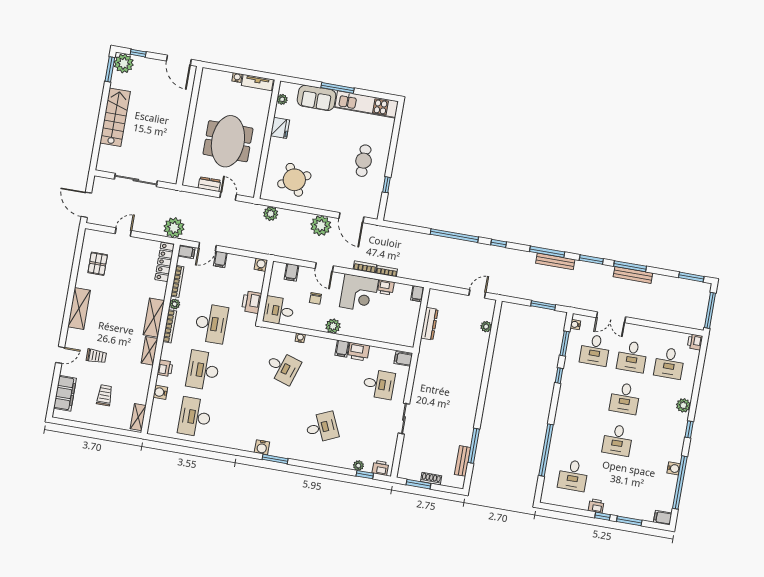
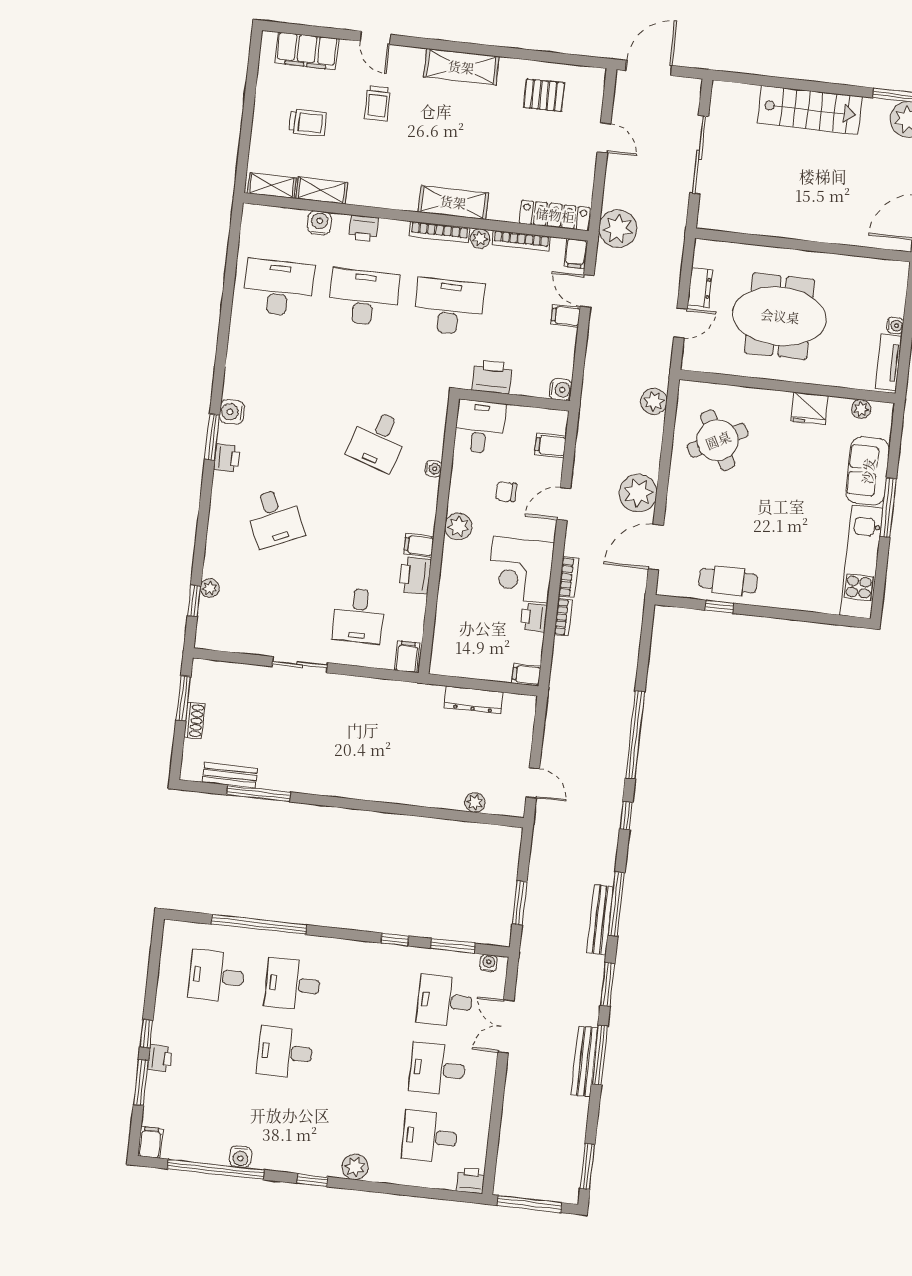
cafe table: (364, 161) -> (728, 581), moved
desk: (211, 324) -> (449, 307), turned 180
shelving: (149, 351) -> (322, 190), moved
desk: (625, 398) -> (293, 984), moved
printer: (380, 468) -> (227, 458), moved
printer: (596, 506) -> (160, 1058), moved

